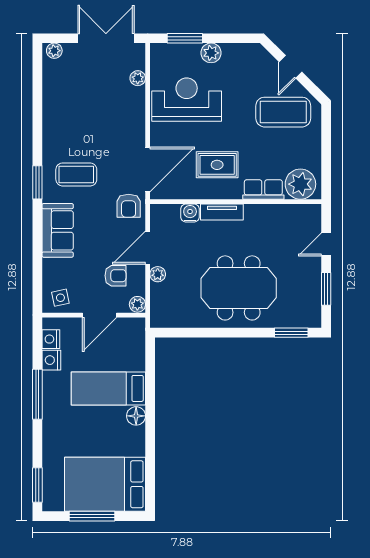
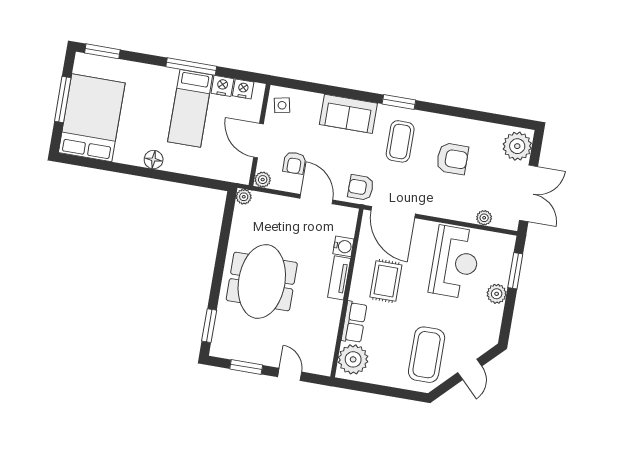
plant: (54, 51) -> (517, 146), width x1.87, depth x1.87
door: (291, 67) -> (470, 369), swing flipped
armchair: (84, 120) -> (452, 159), added
plant: (158, 274) -> (244, 197), moved
bed: (108, 388) -> (190, 108), moved, turned 180

